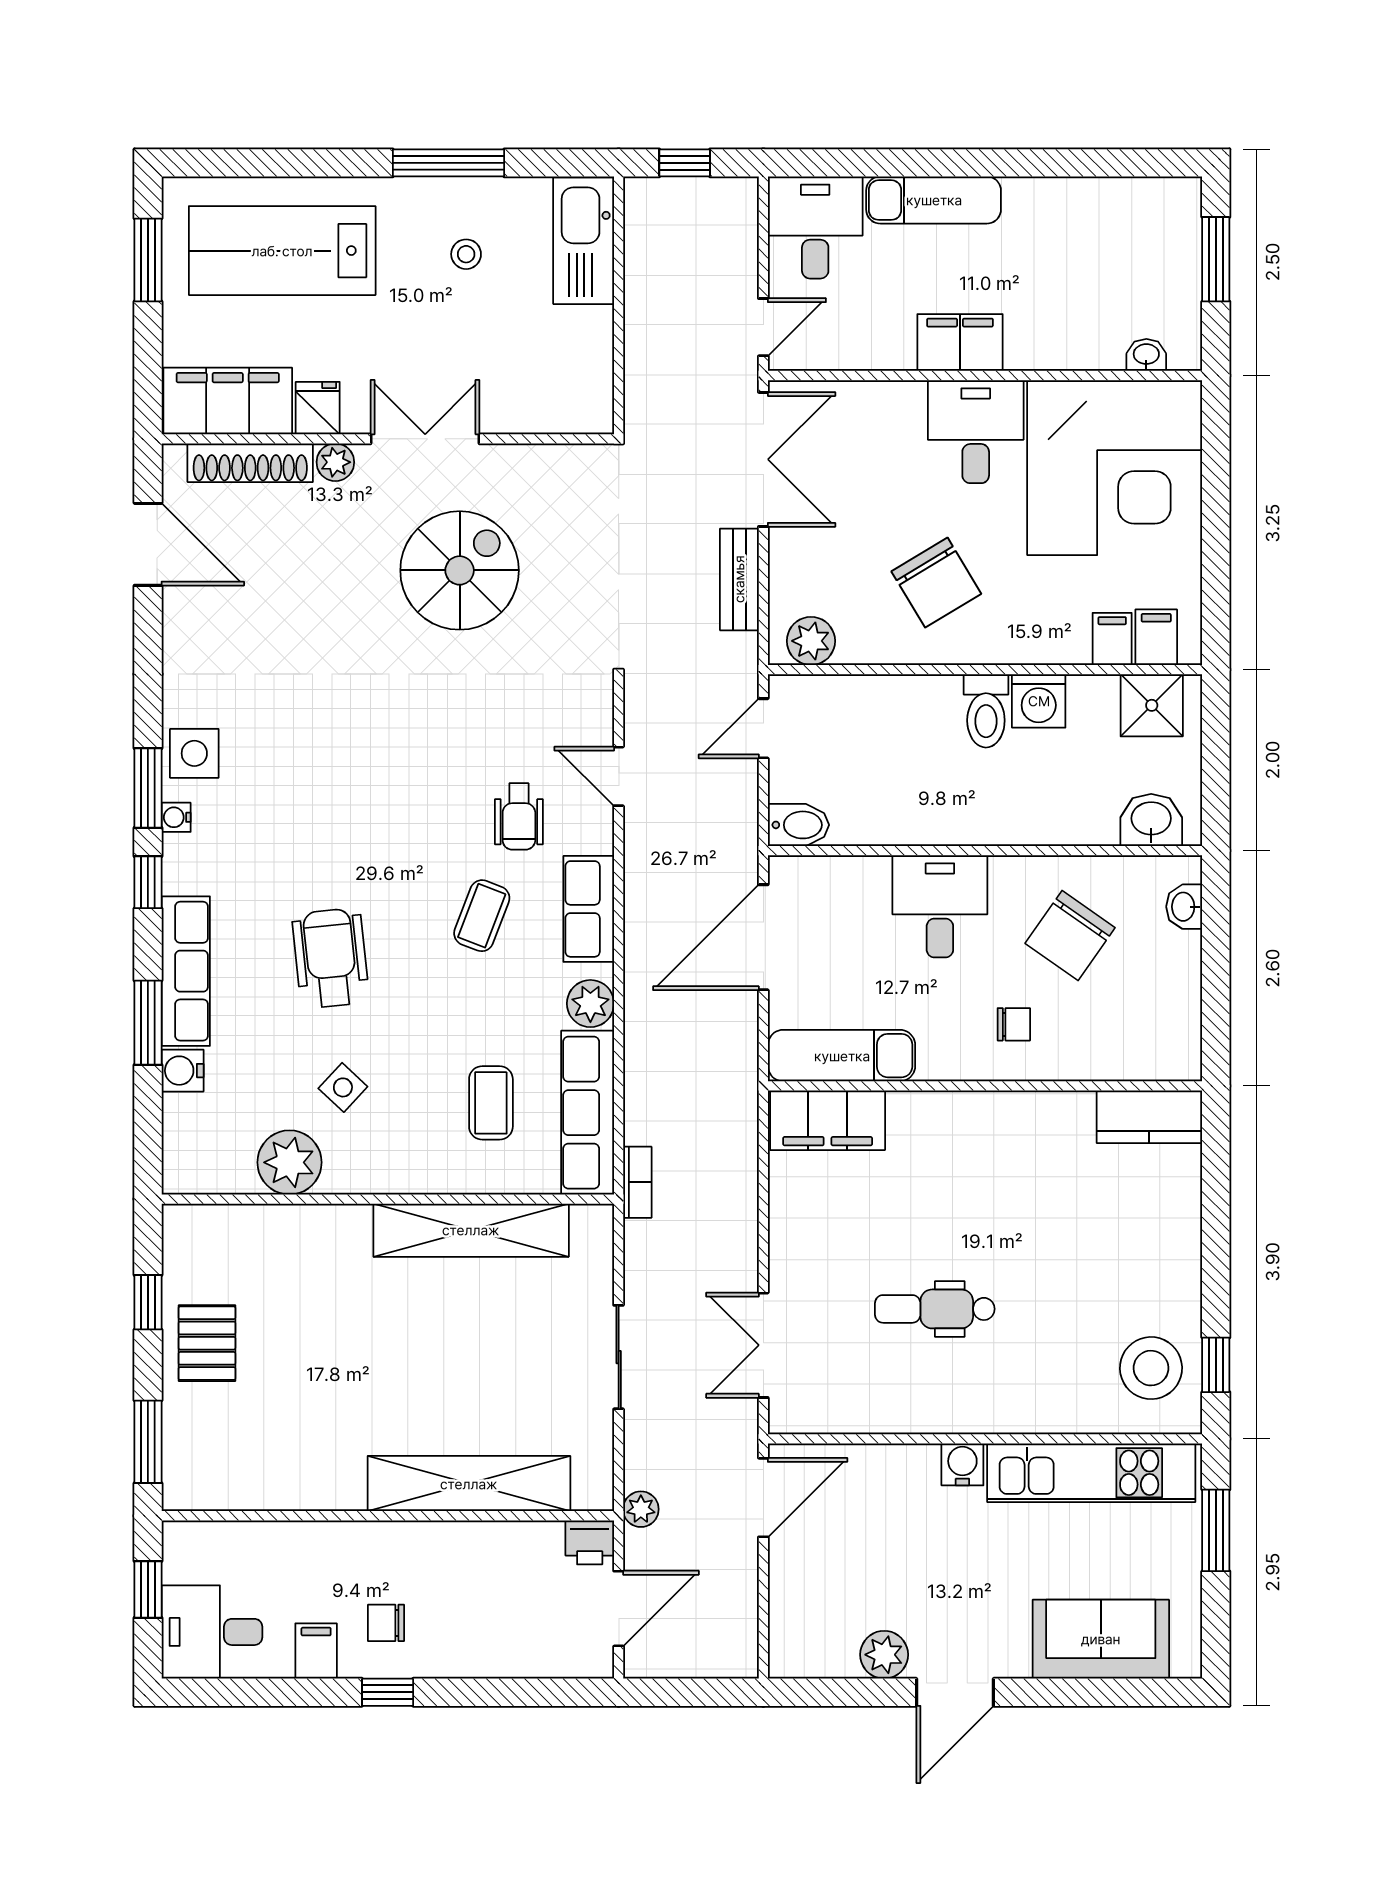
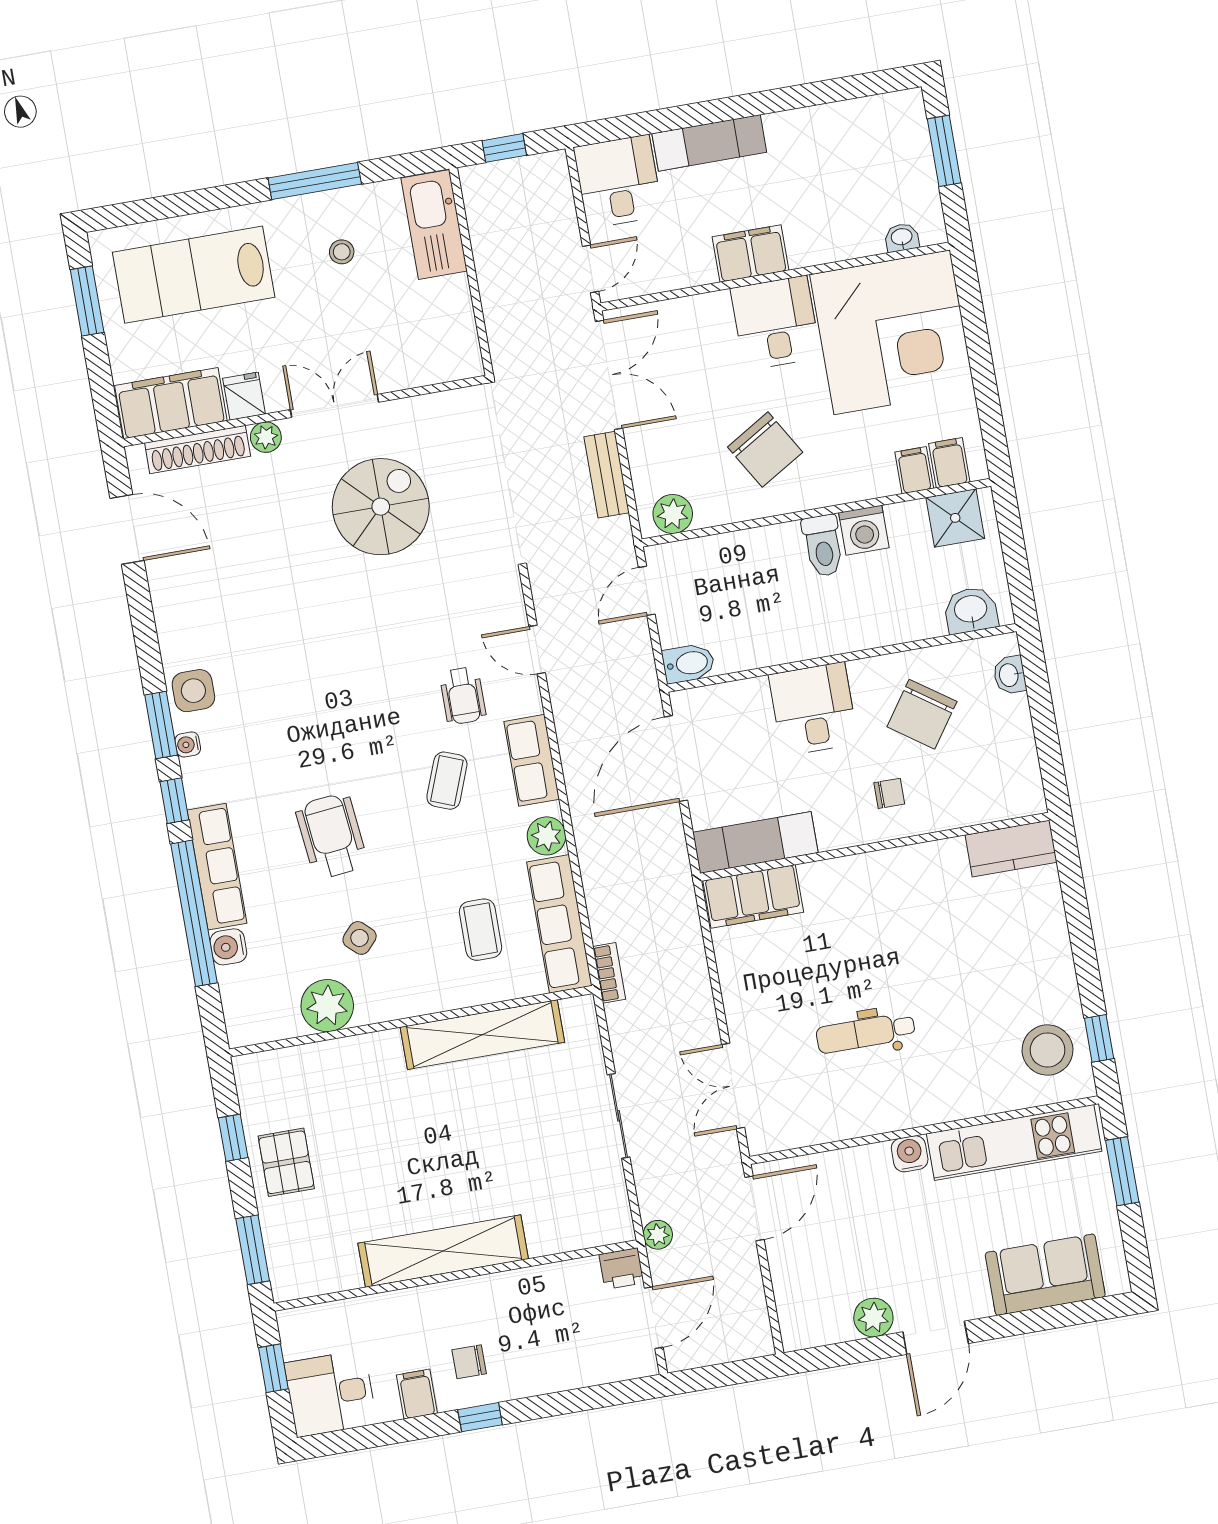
window: (148, 1023) -> (194, 913), width x2.11
shelving: (469, 1484) -> (443, 1251), moved

